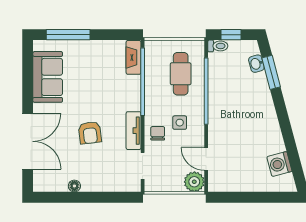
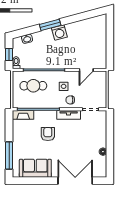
window: (271, 72) -> (50, 25), moved
armchair: (90, 133) -> (48, 134), moved, turned -83
washing machine: (279, 164) -> (59, 32), moved
plant: (194, 182) -> (100, 77), removed

